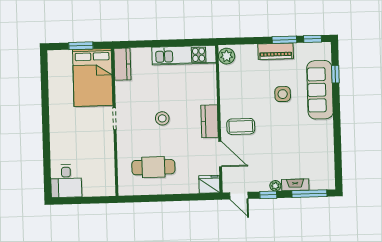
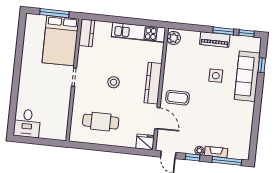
window: (81, 46) -> (54, 13), width x1.44
kitchen counter: (210, 121) -> (153, 83), width x1.50

